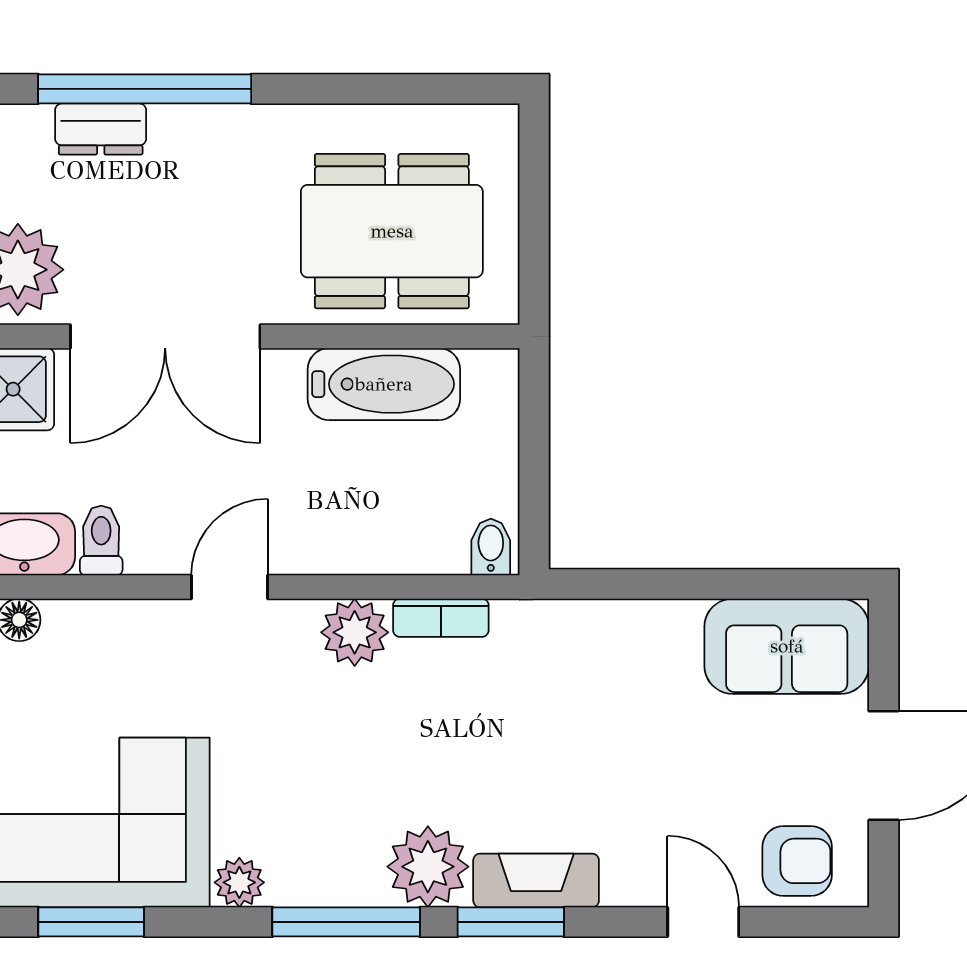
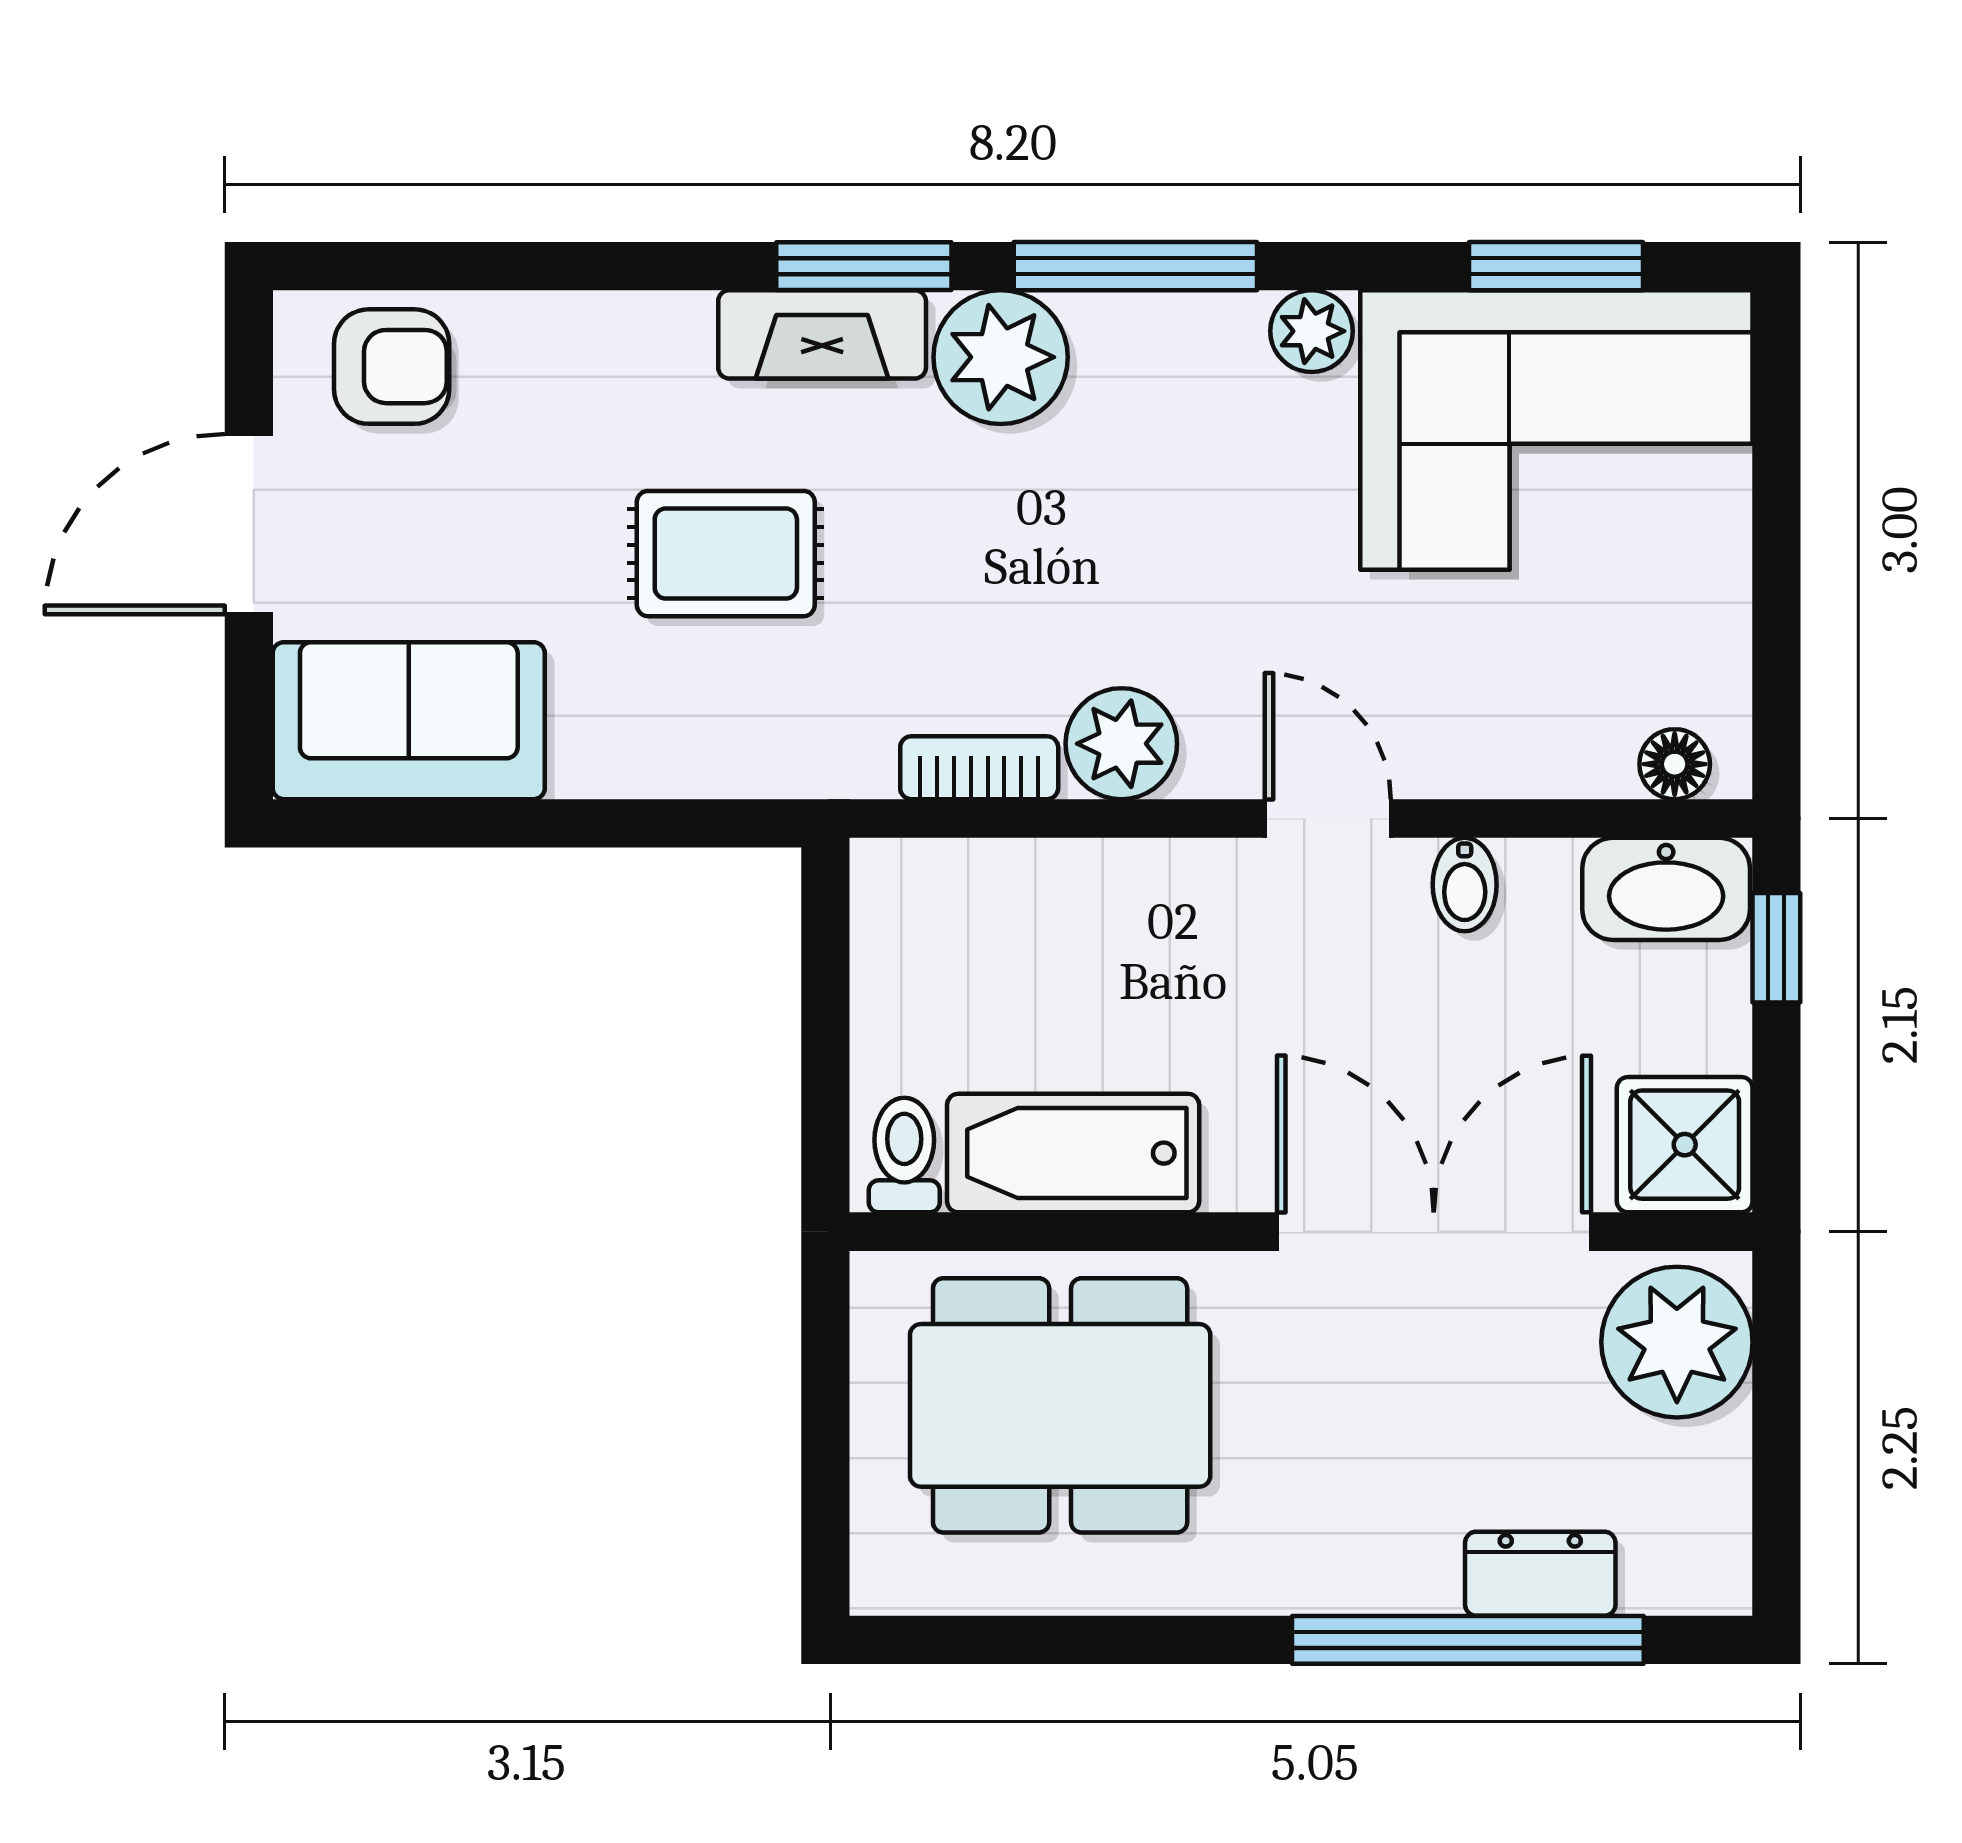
toilet: (101, 540) -> (904, 1155), moved, turned 180
bidet: (491, 547) -> (1465, 885), moved
door: (229, 587) -> (1328, 818), swing flipped
rug: (594, 748) -> (726, 554), added
armchair: (797, 861) -> (392, 367), turned 180
door: (703, 922) -> (546, 266), removed

